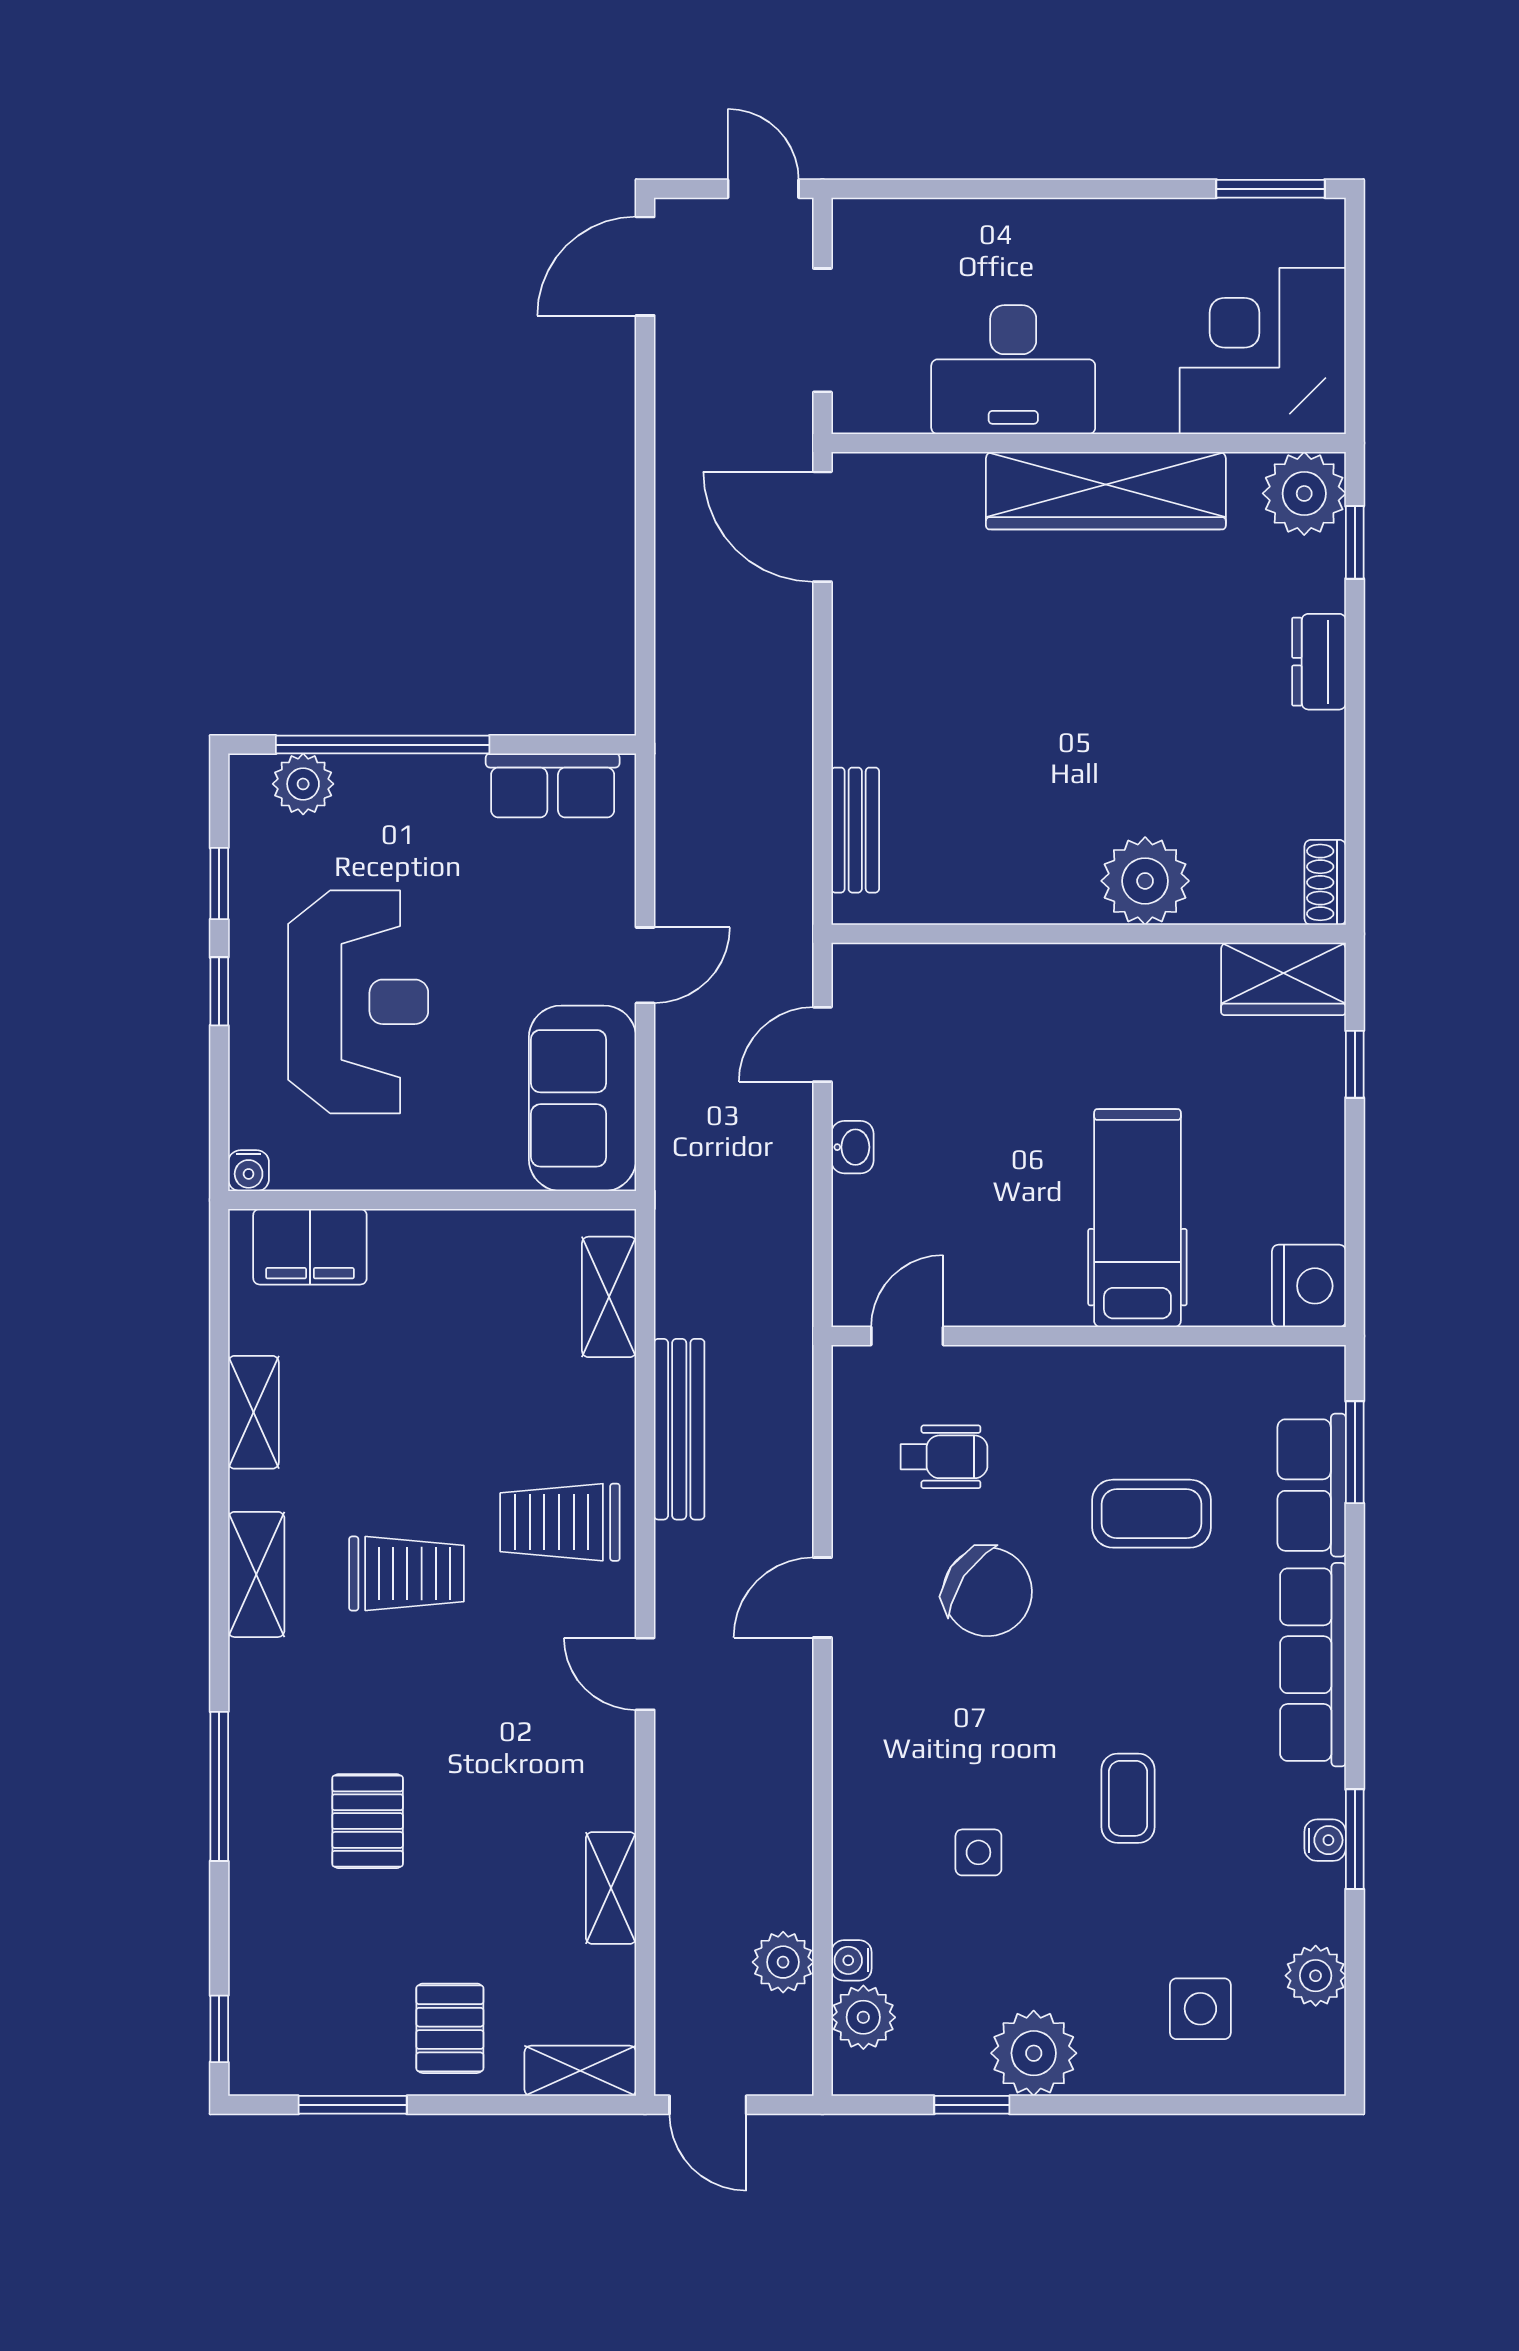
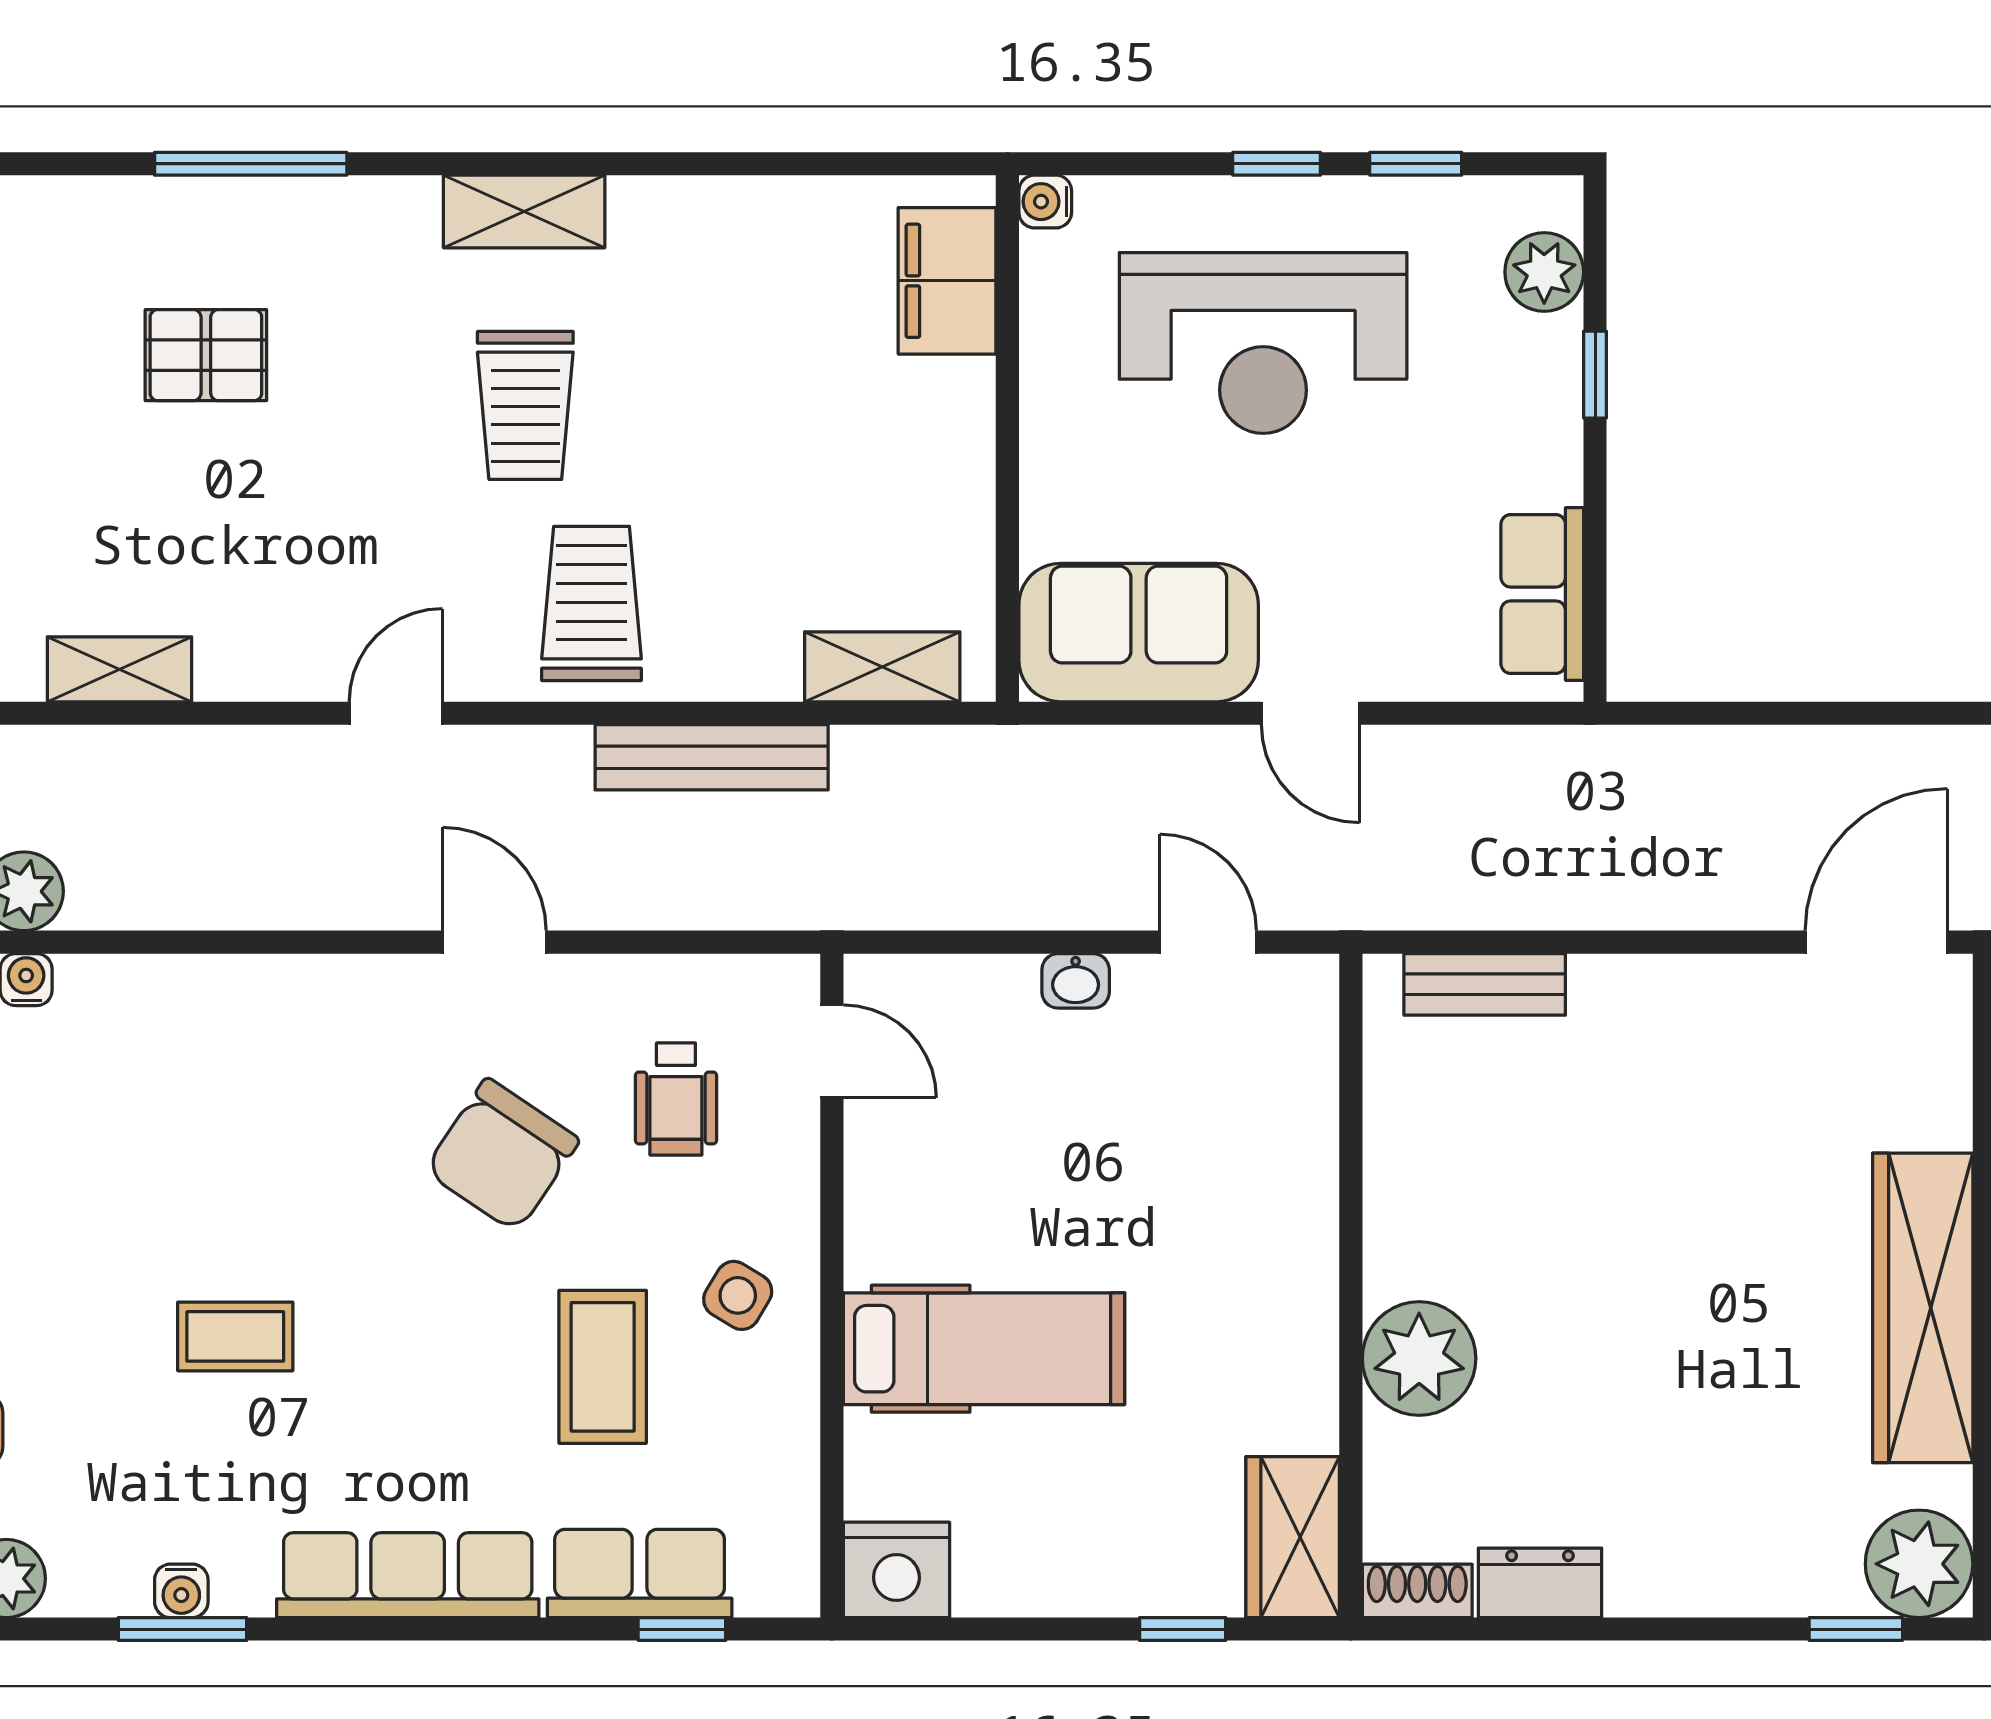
dresser: (1319, 662) -> (1540, 1583), moved
window: (383, 745) -> (1595, 375), width x0.32
shelving: (253, 1412) -> (733, 208), removed
window: (1355, 1452) -> (682, 1629), width x0.67
side table: (978, 1852) -> (738, 1295), moved, turned 31

